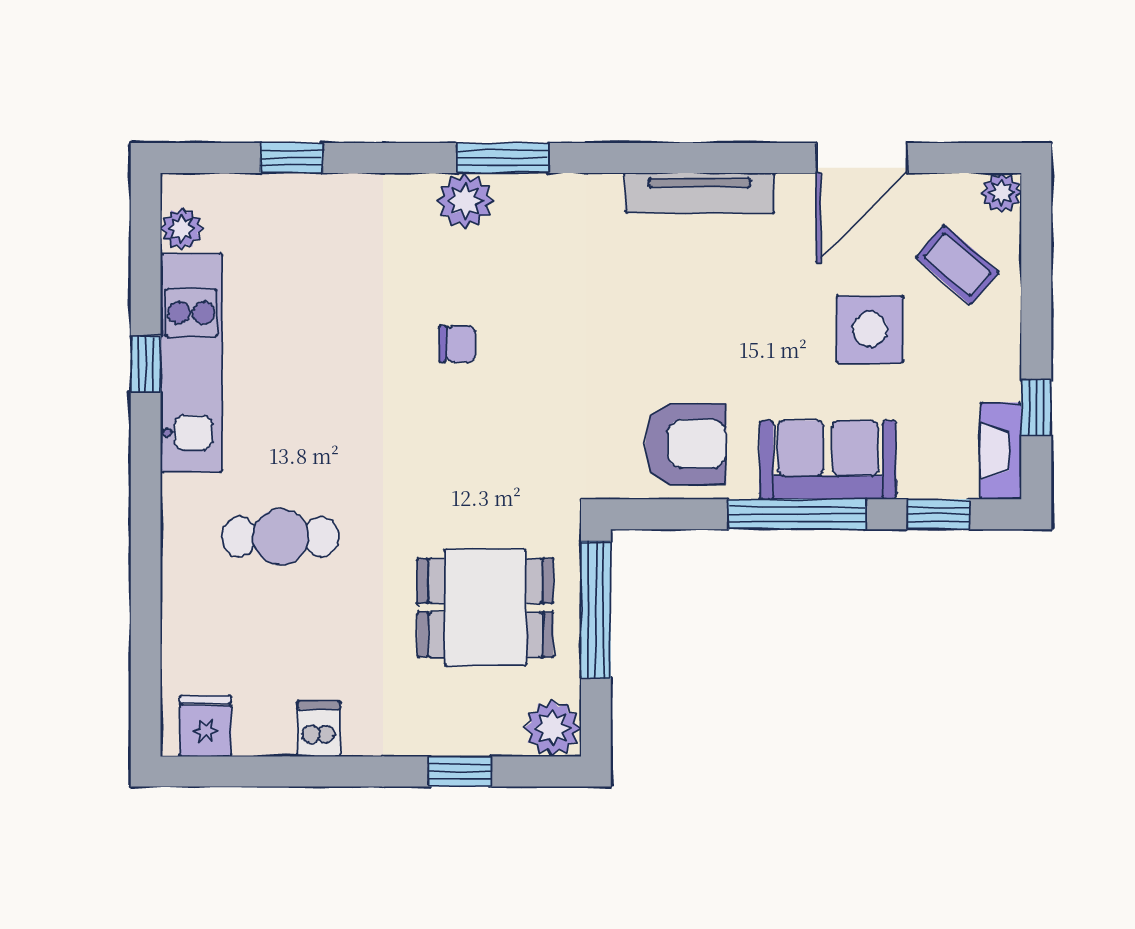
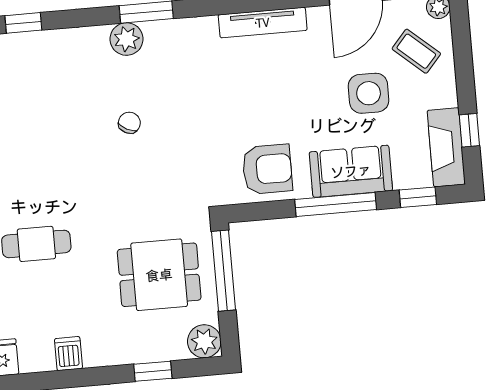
chair: (457, 344) -> (129, 123), turned -63
fireplace: (1001, 451) -> (446, 147), width x1.37, depth x1.32

